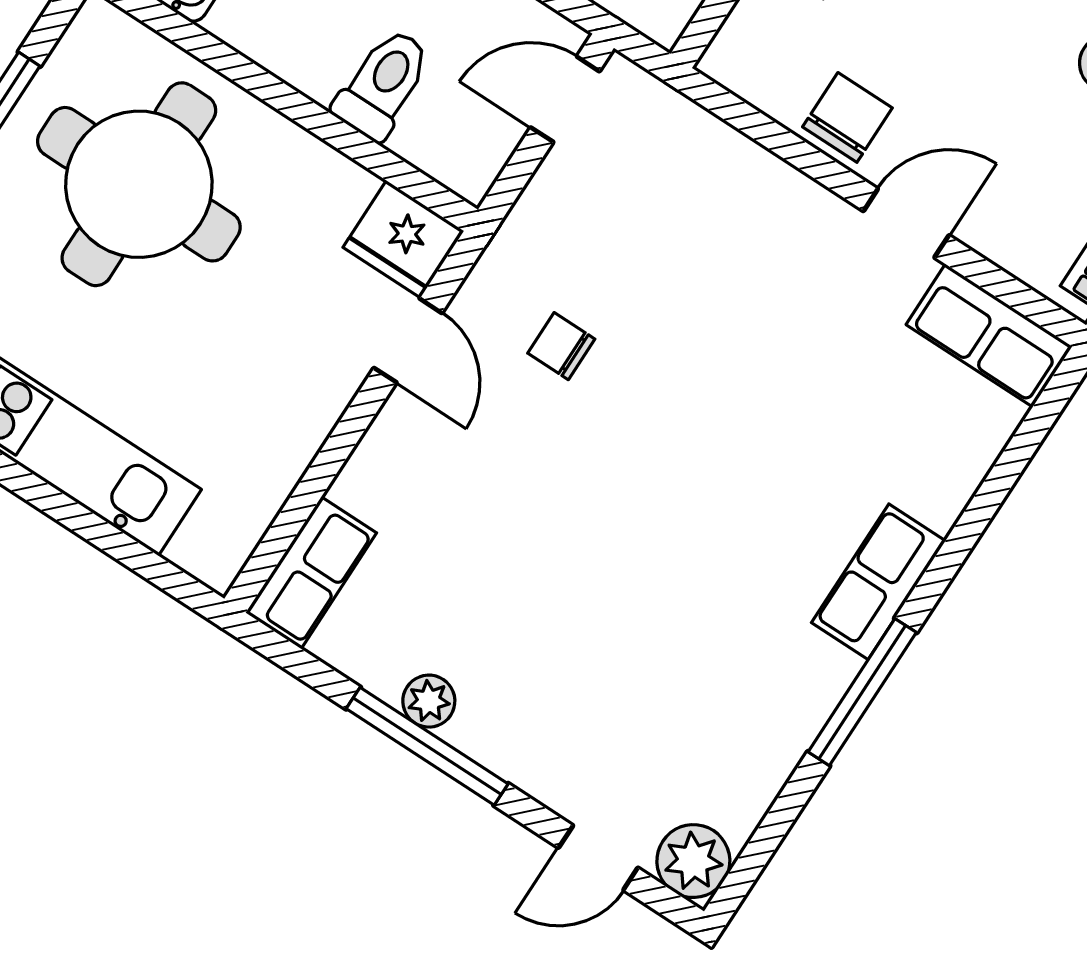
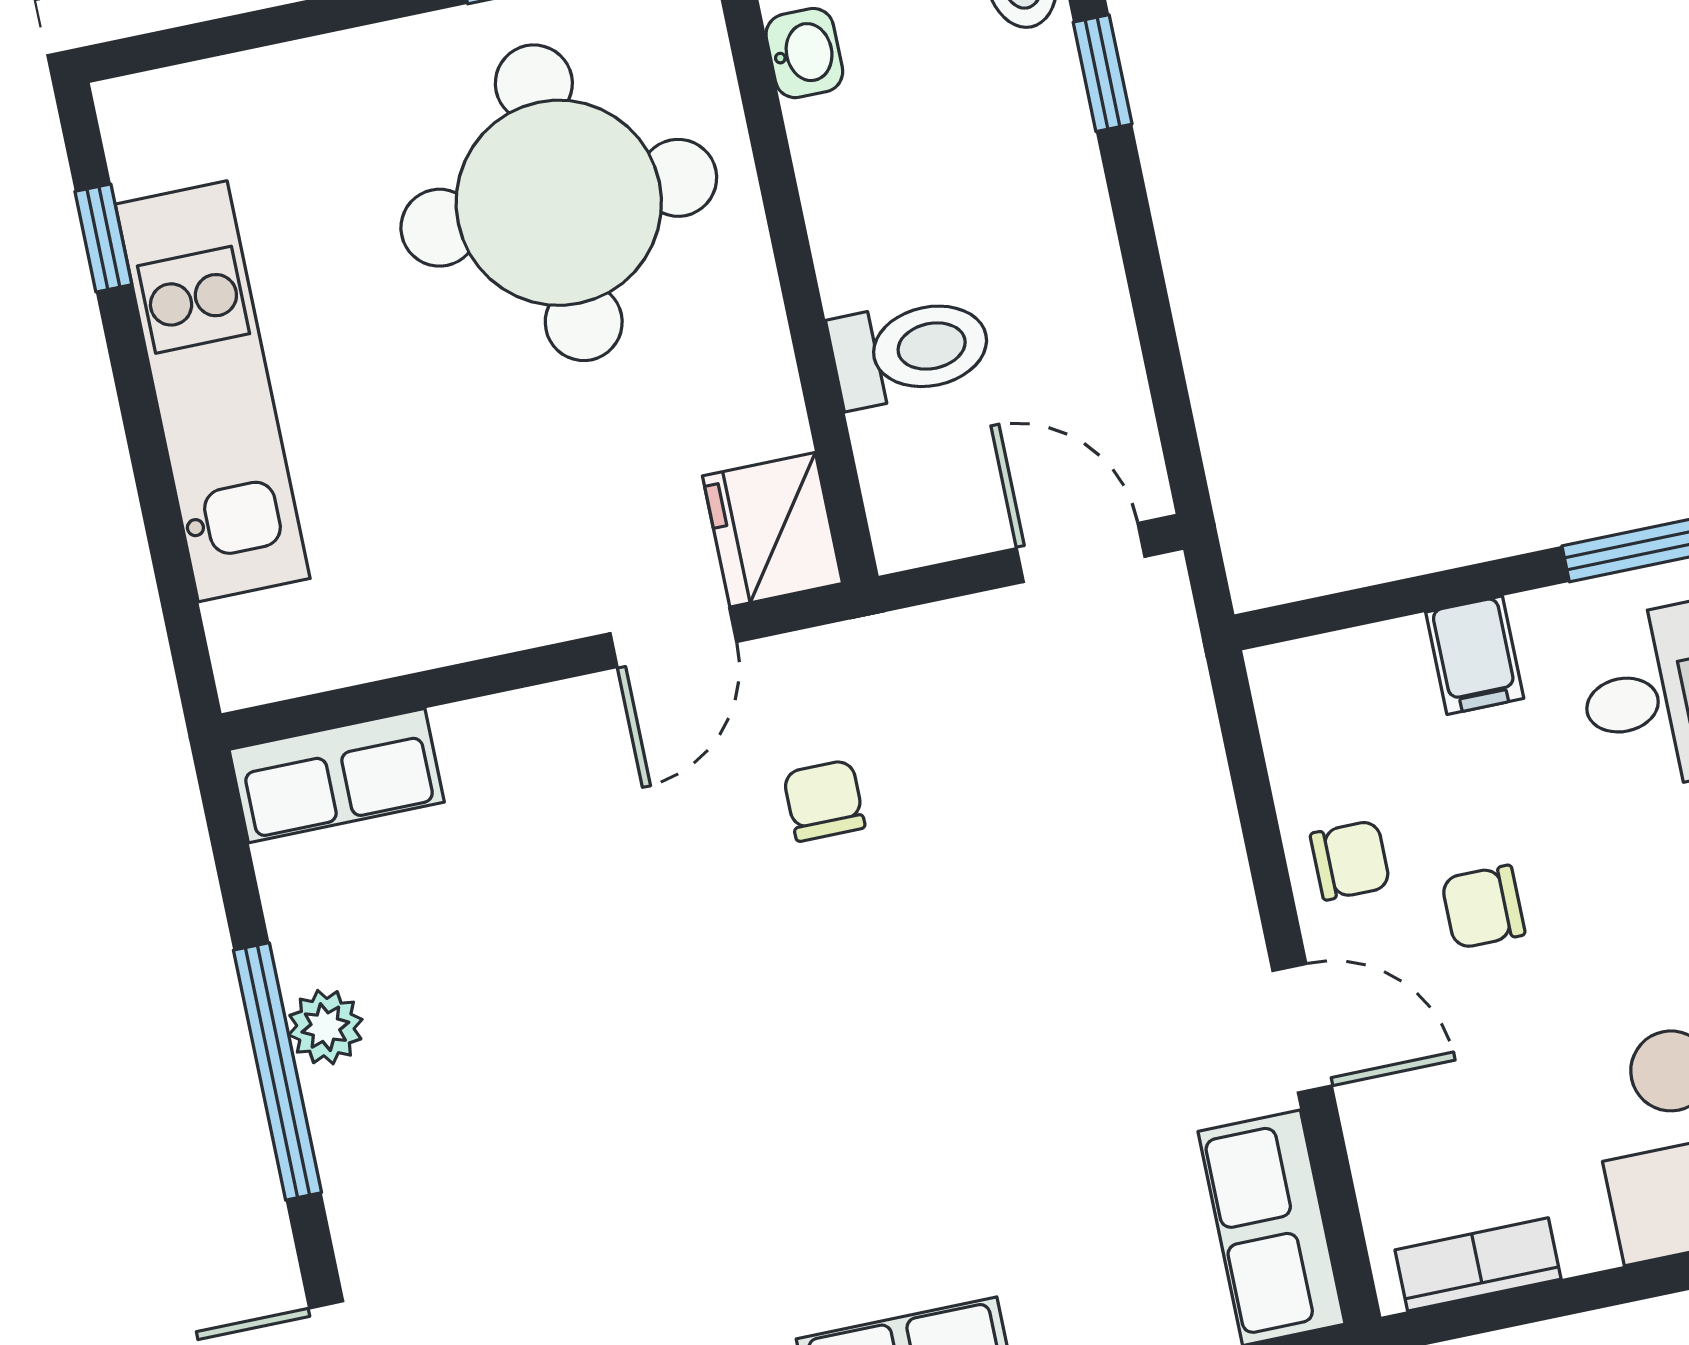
chair: (935, 75) -> (1483, 907), added
chair: (847, 117) -> (1350, 860), width x0.73, depth x0.73

